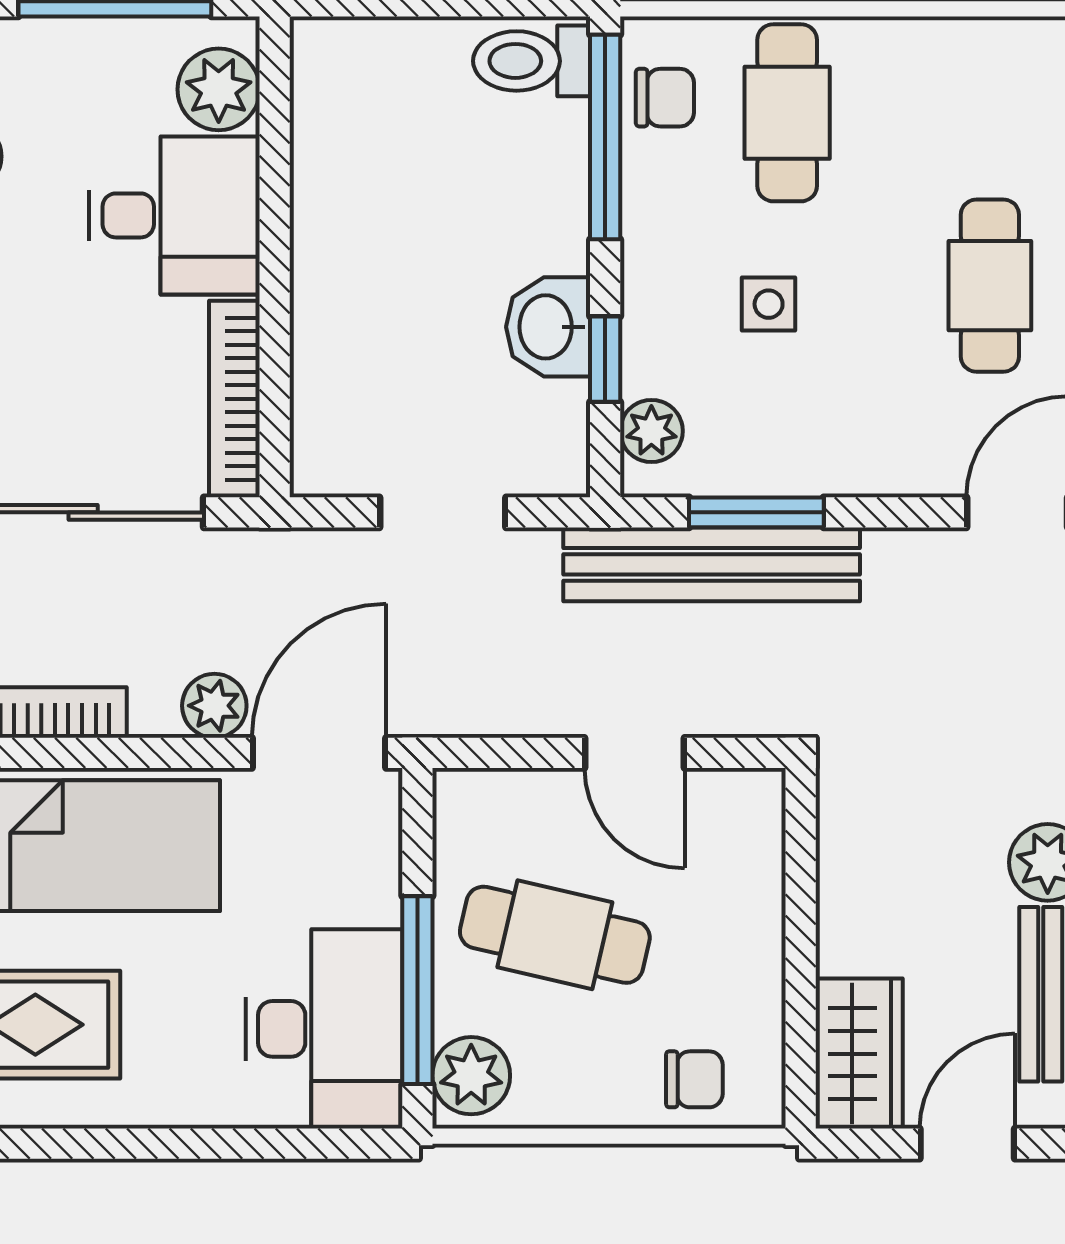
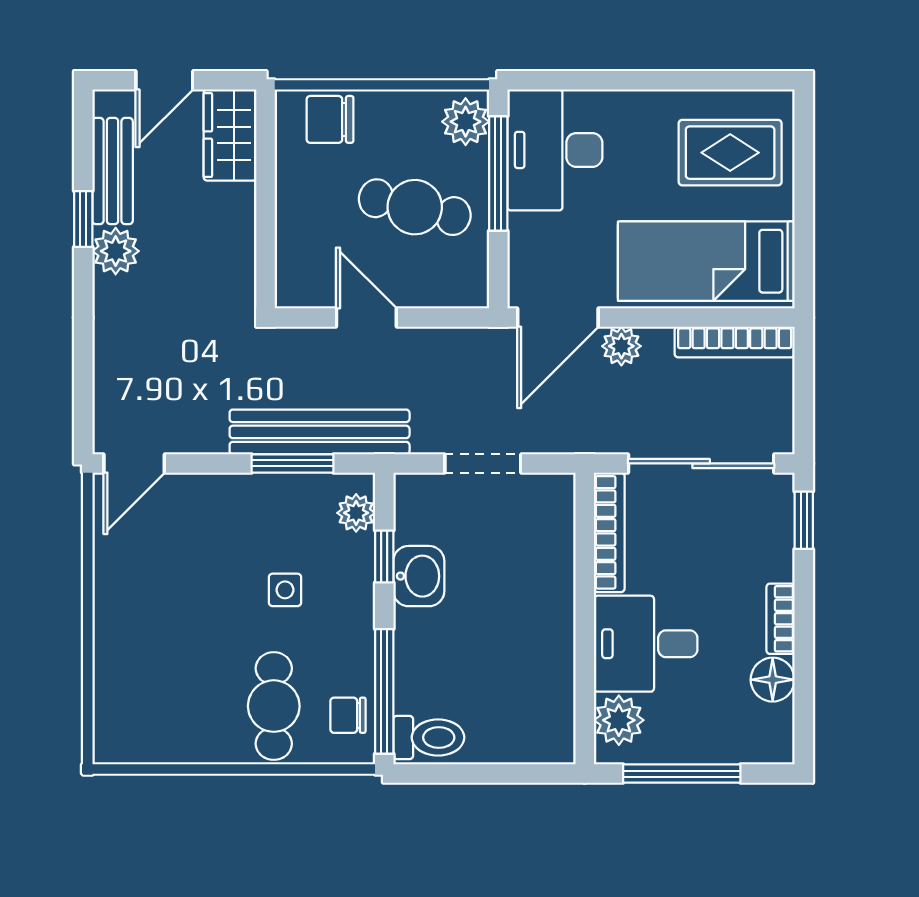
cafe table: (990, 286) -> (151, 601), removed
chair: (694, 1079) -> (330, 119), width x1.37, depth x1.37

